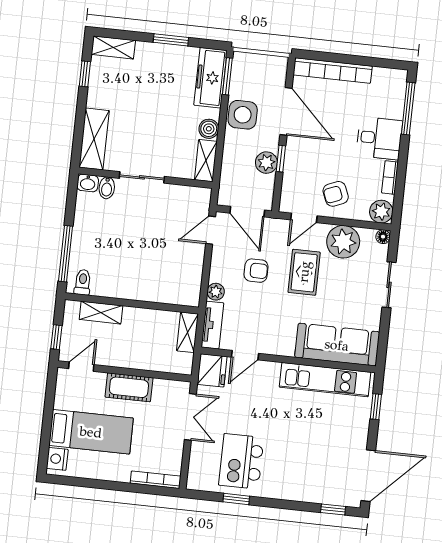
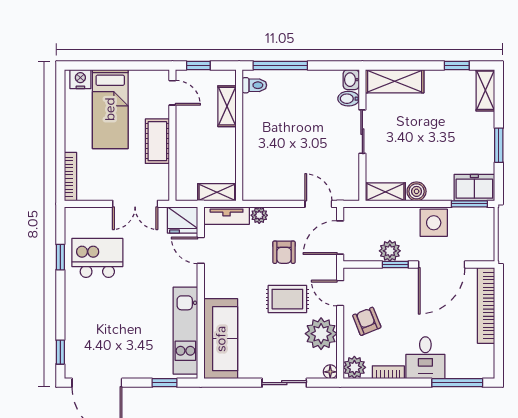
freezer: (210, 78) -> (474, 188), width x0.71

